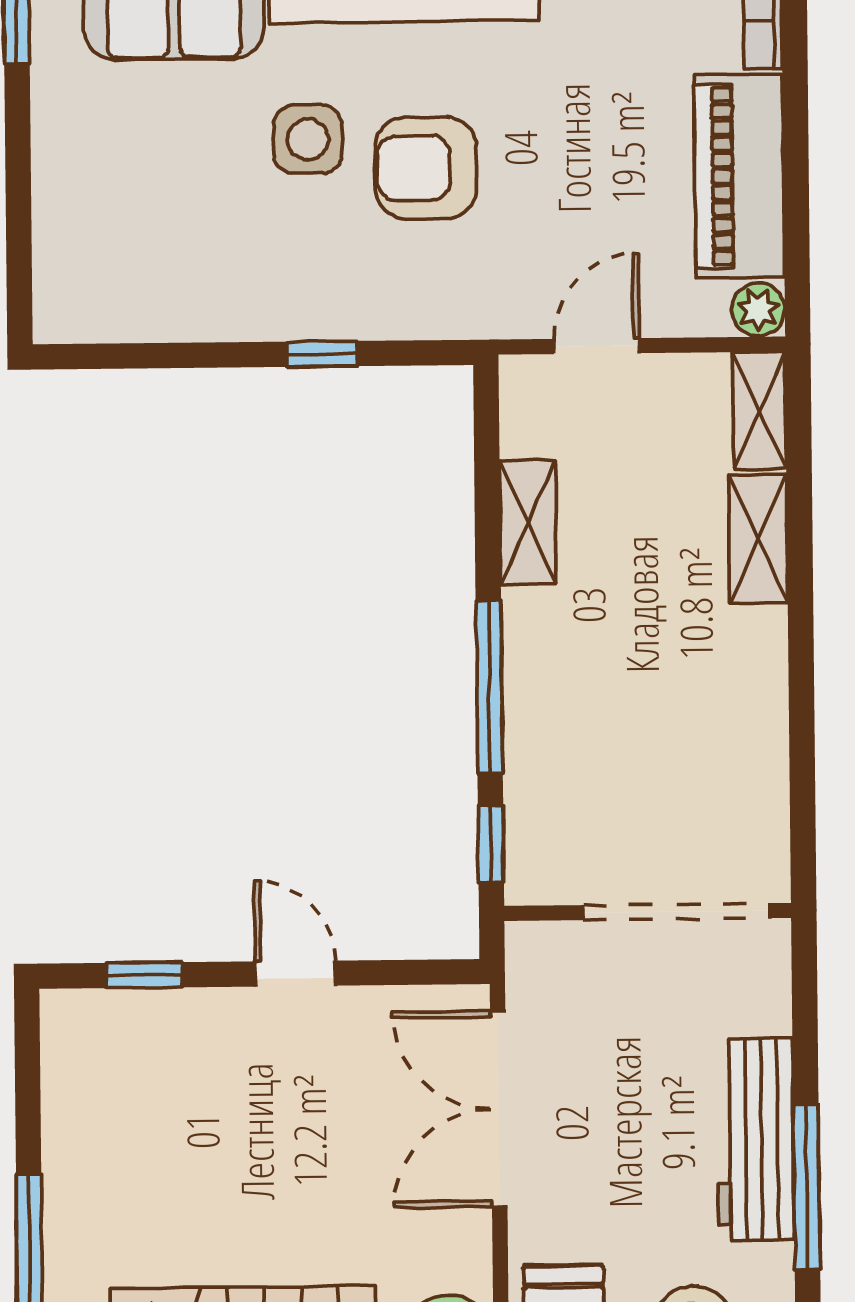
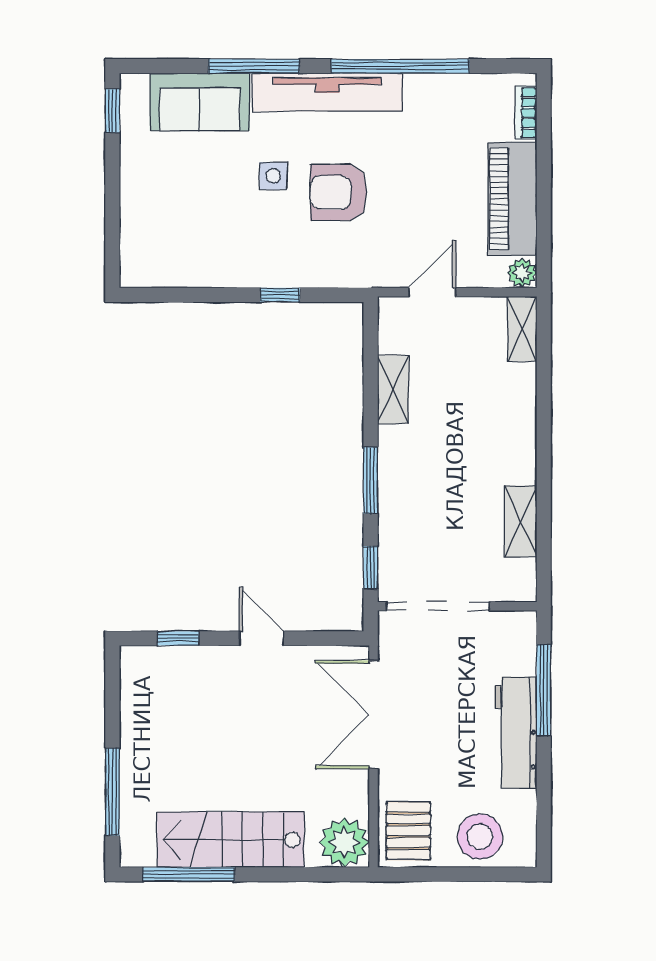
side table: (308, 139) -> (273, 176), width x0.73, depth x0.73
shelving: (758, 539) -> (521, 521), moved
window: (489, 686) -> (371, 480), width x0.69
doorway: (676, 912) -> (438, 606), moved
window: (807, 1187) -> (544, 690), moved

